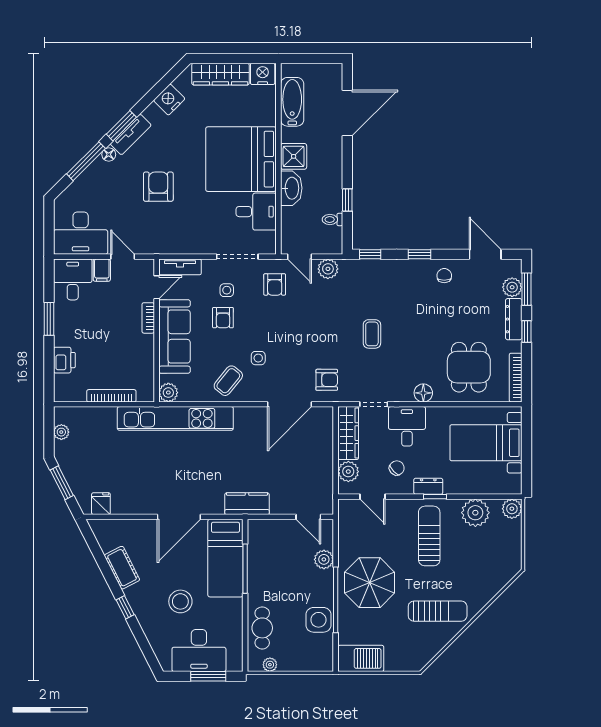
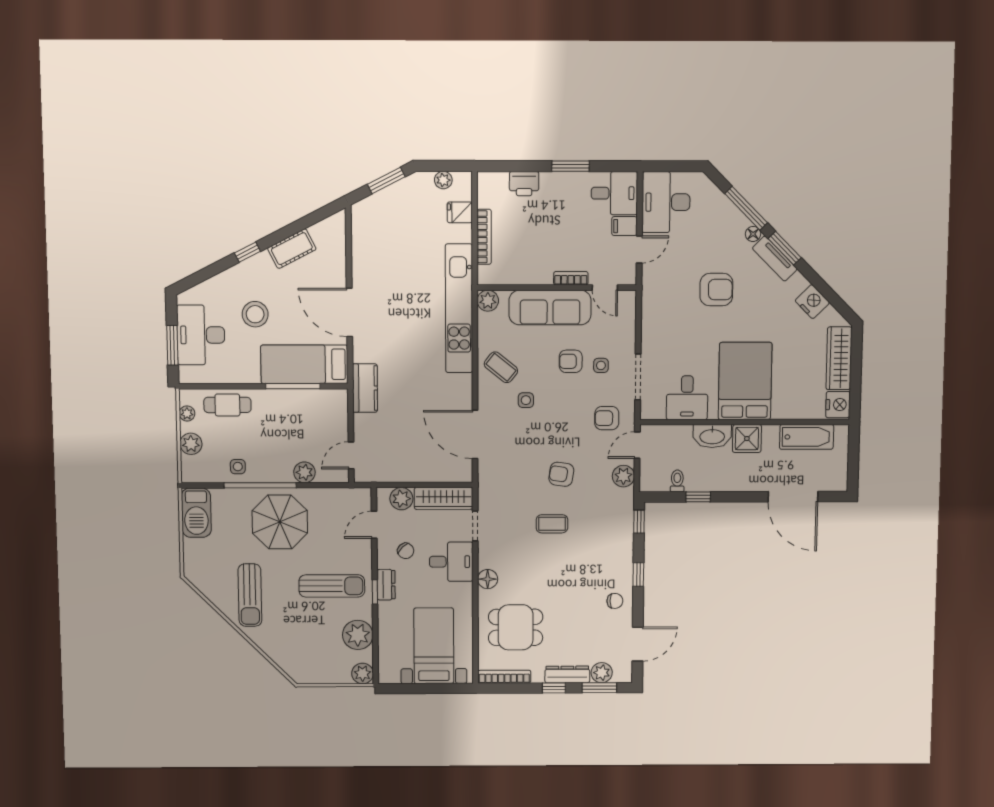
bed: (241, 159) -> (745, 381), width x0.73
tv unit: (180, 267) -> (627, 314), removed
armchair: (327, 380) -> (561, 474), moved, turned 98
fridge: (101, 504) -> (460, 212), moved, turned 180
side table: (318, 620) -> (238, 467), width x0.54, depth x0.54
plant: (298, 662) -> (191, 444), added

